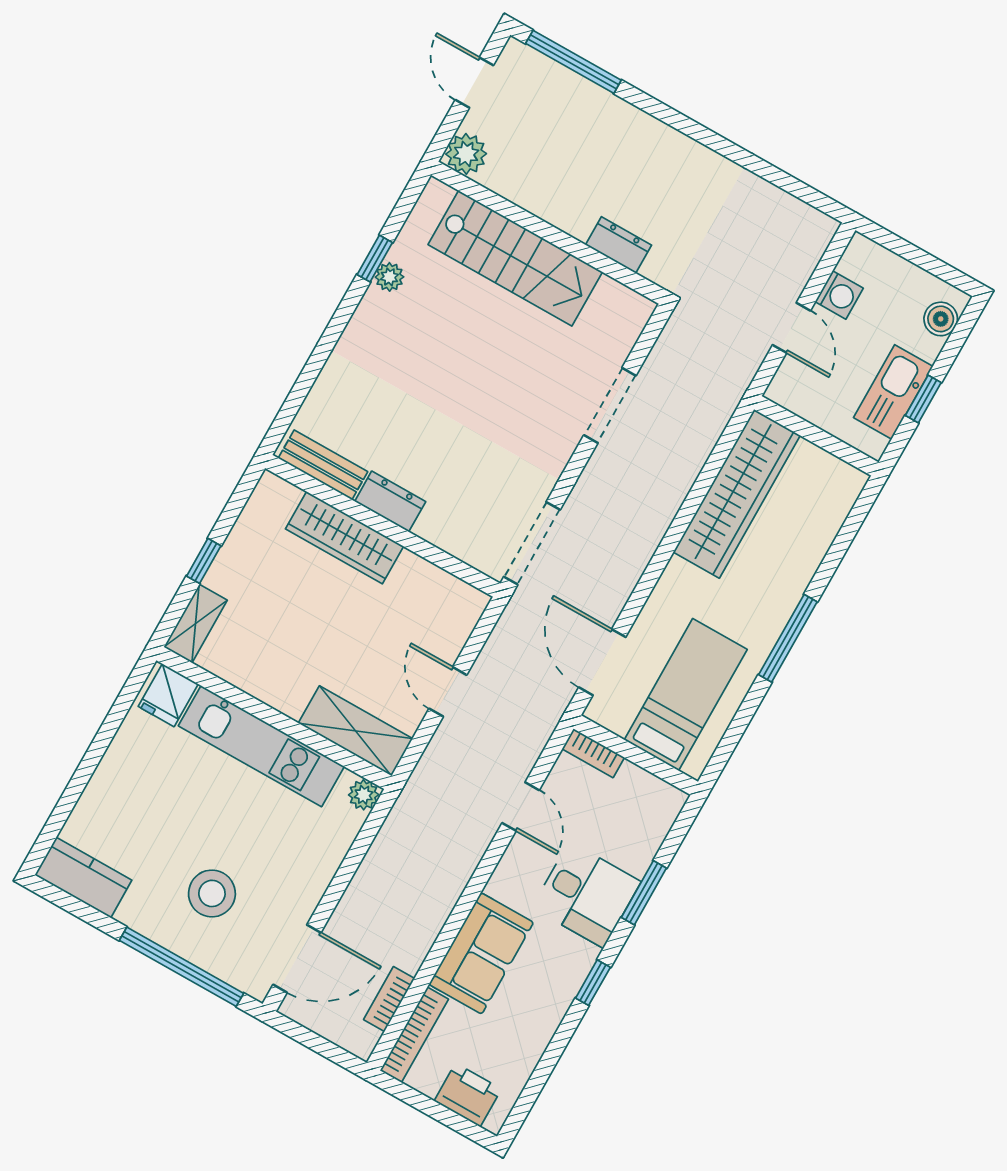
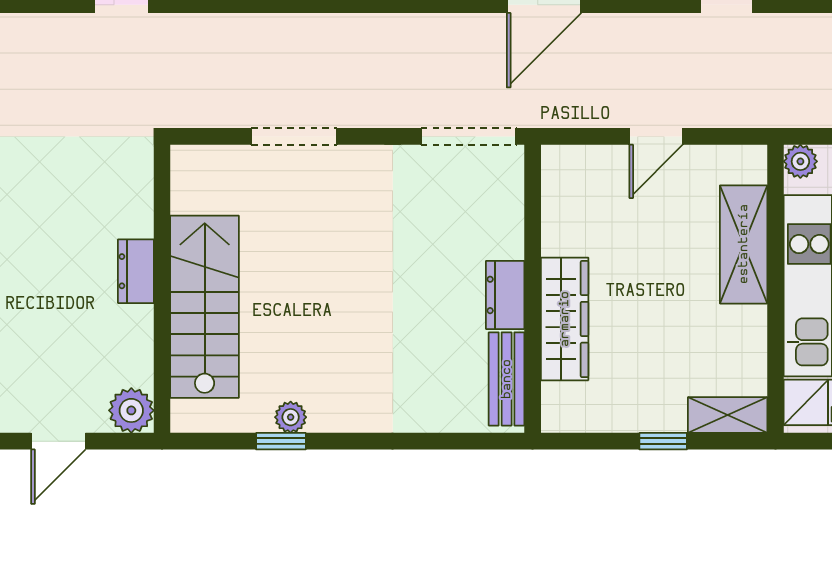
dresser: (619, 245) -> (136, 271), moved
shelving: (355, 731) -> (744, 244), moved

